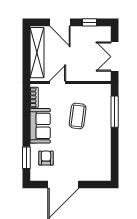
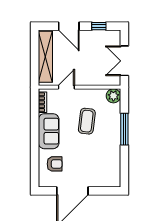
plant: (104, 91) -> (113, 96), added
window: (115, 112) -> (124, 129), moved
window: (26, 158) -> (35, 164), removed
armchair: (46, 158) -> (55, 164), turned 90

